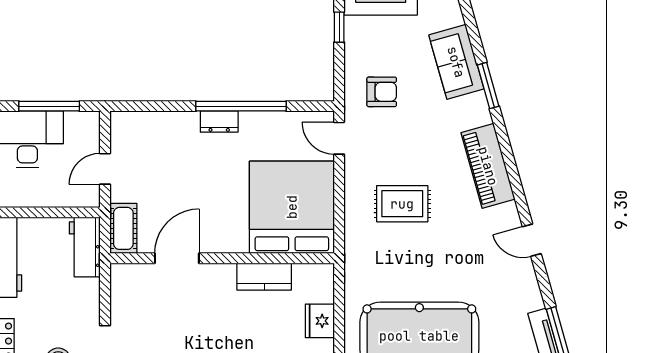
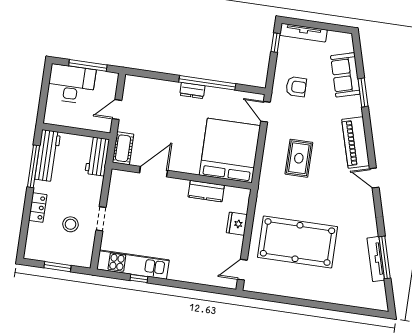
rug: (402, 204) -> (299, 158), turned 90
door: (532, 240) -> (374, 178), moved

